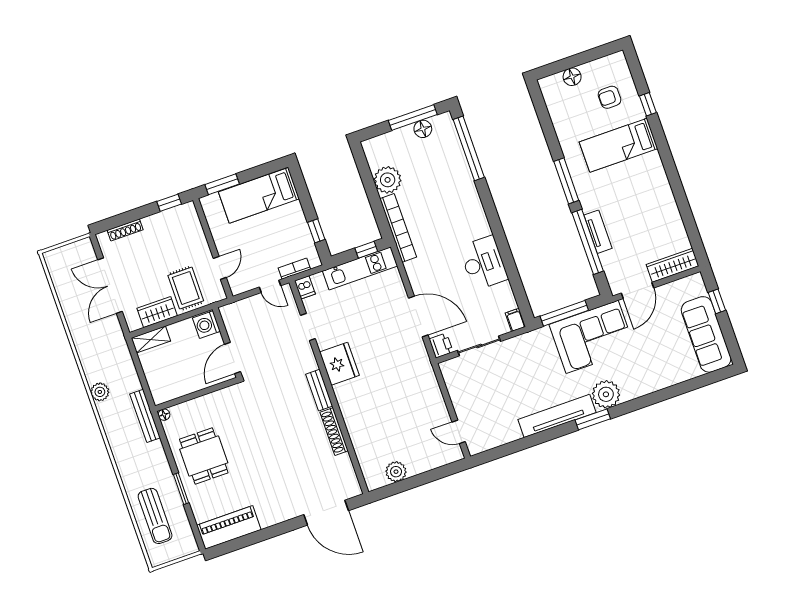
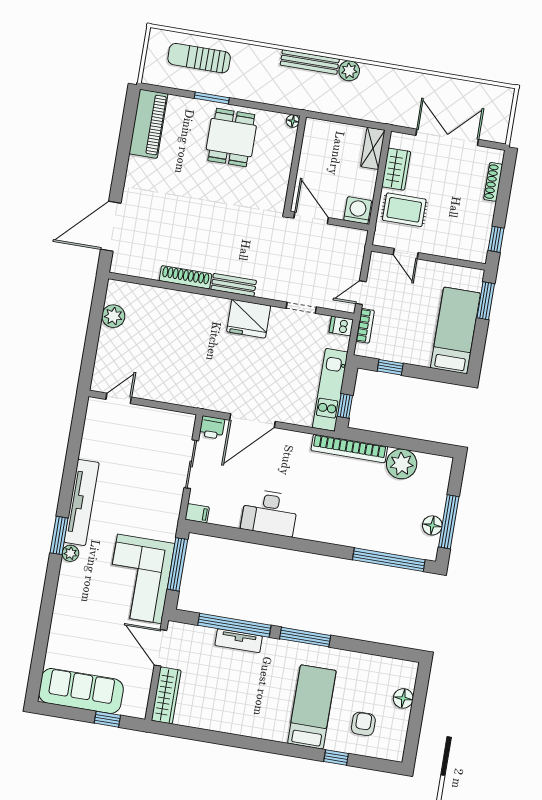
plant: (606, 394) -> (70, 553), width x0.53, depth x0.53
bench: (145, 416) -> (310, 62), moved
dining table: (204, 456) -> (231, 138), turned 90

